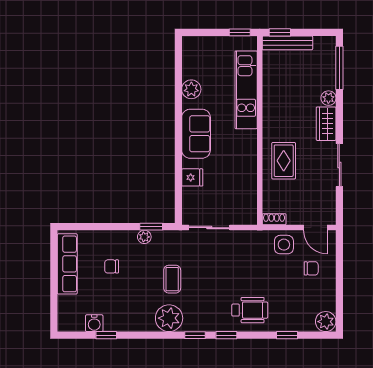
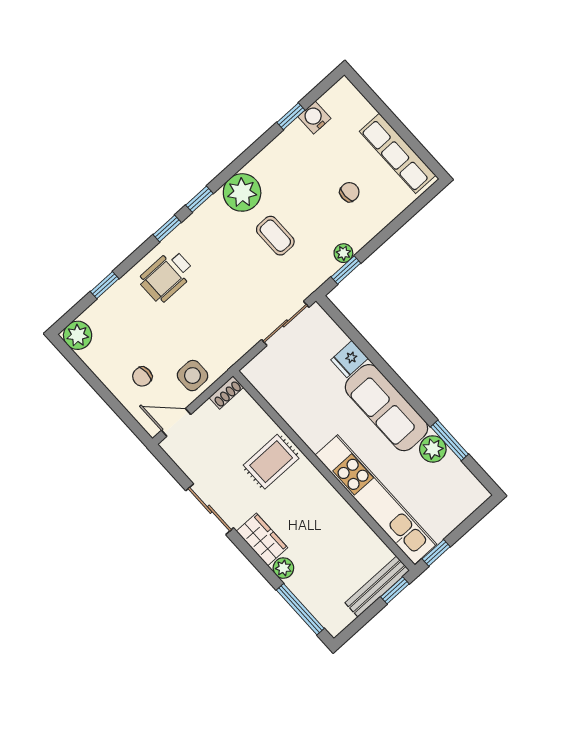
window: (178, 86) -> (450, 440), added
kitchen unit: (246, 90) -> (376, 500), width x1.36
sofa: (196, 134) -> (386, 408), width x1.36
rug: (284, 161) -> (271, 462), turned 90

